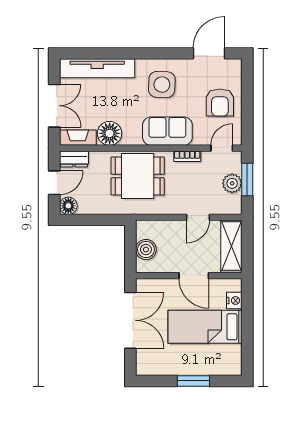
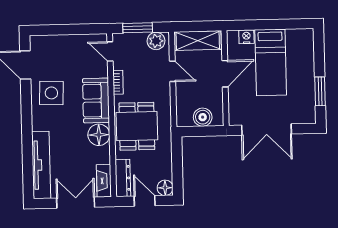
side table: (162, 85) -> (51, 93), moved
armchair: (220, 103) -> (69, 54), removed
floor lamp: (110, 133) -> (99, 135), moved
dresser: (74, 159) -> (123, 178), width x1.44
plant: (232, 183) -> (156, 41), moved
double door: (130, 320) -> (267, 130), swing flipped
window: (193, 381) -> (320, 91), moved

